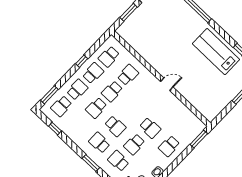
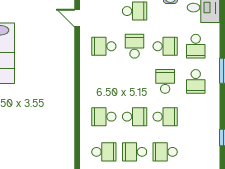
door: (167, 84) -> (77, 18), moved
school desk: (61, 106) -> (104, 46), moved, turned 180

